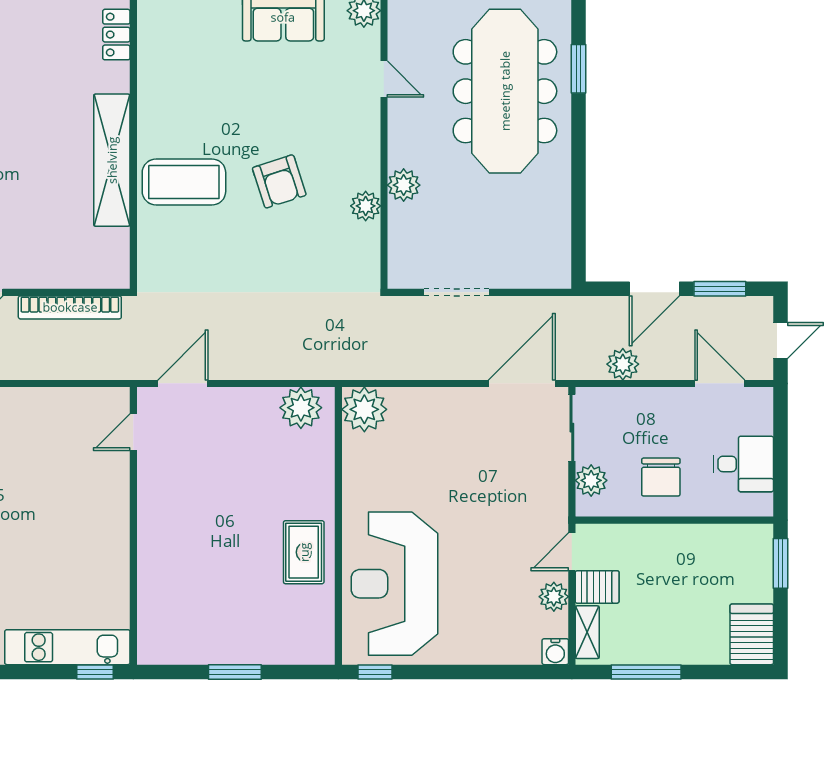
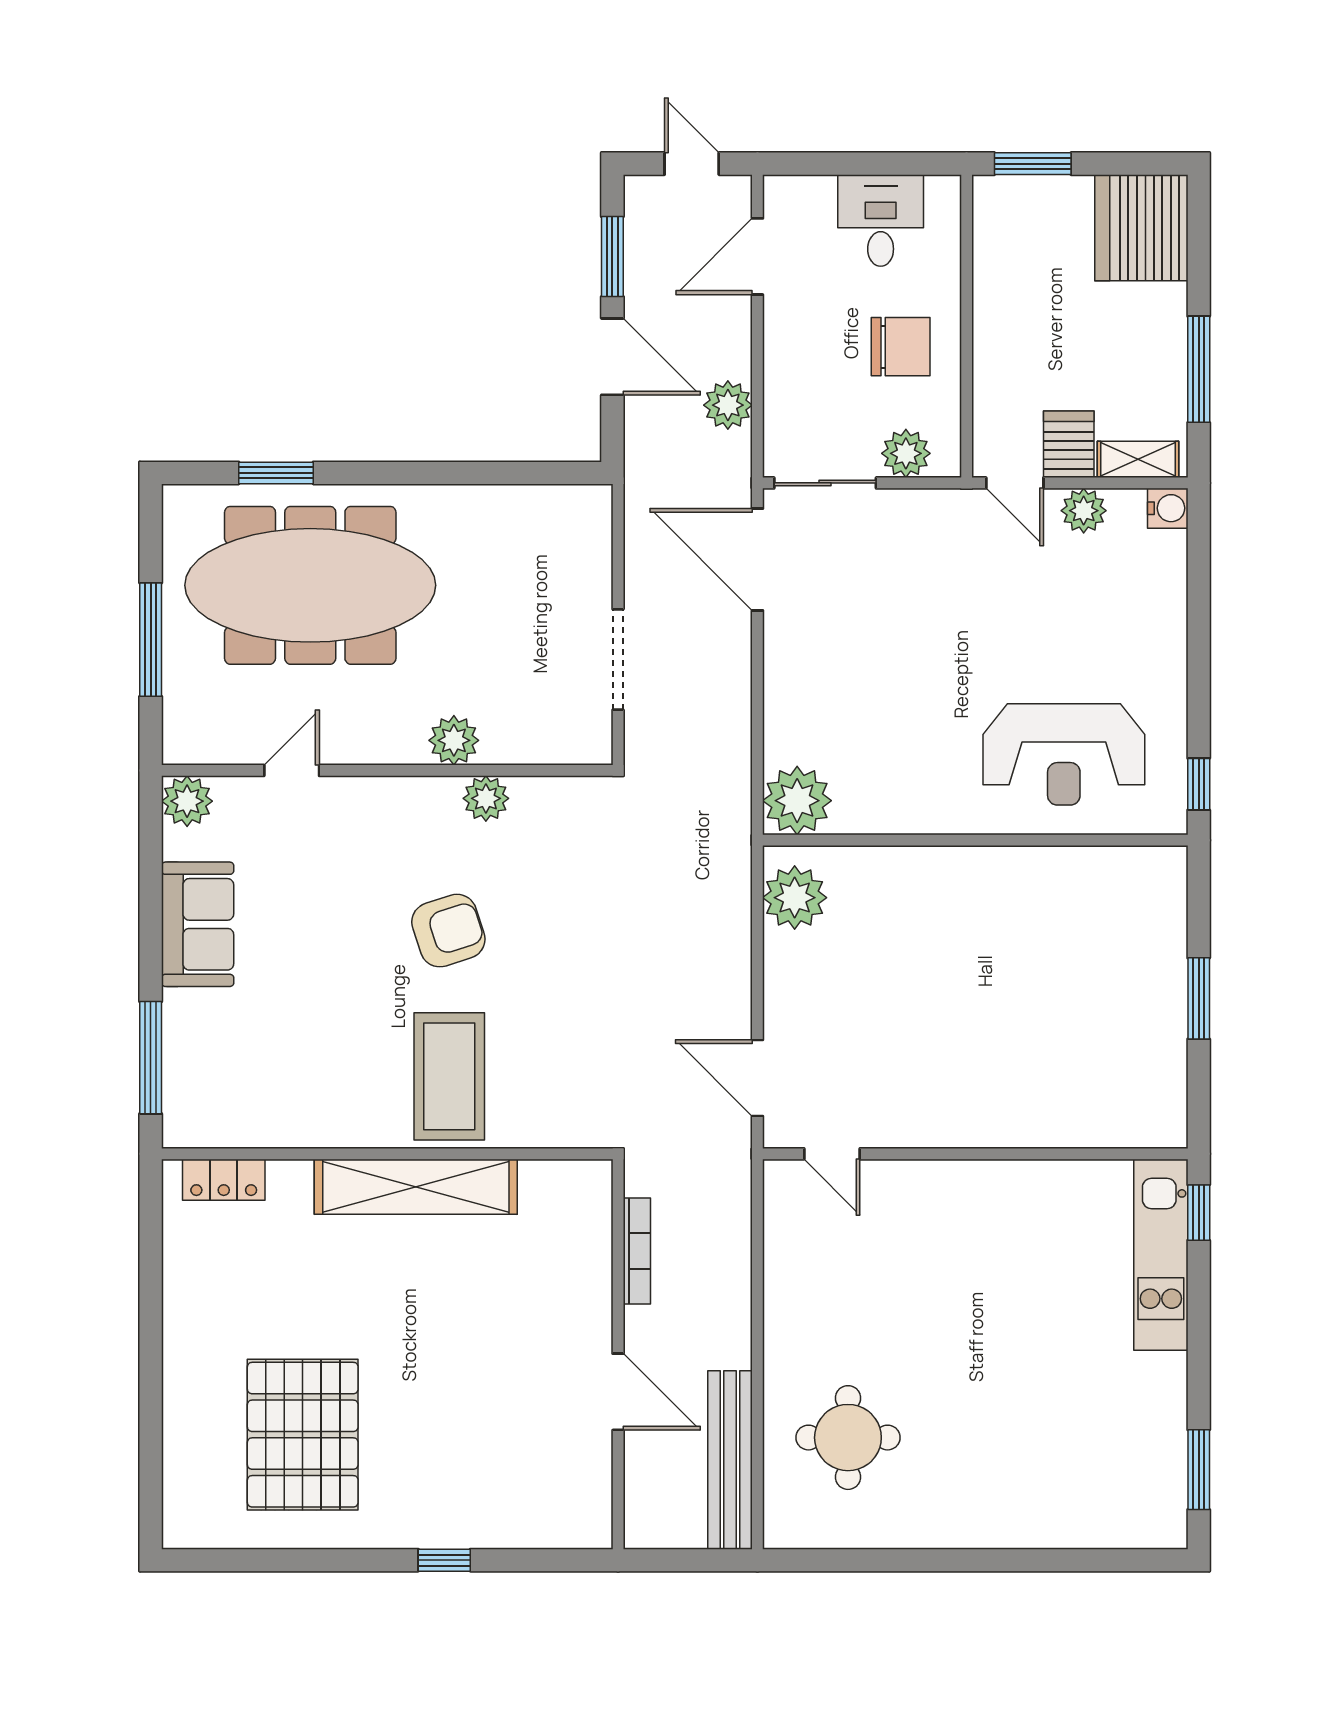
bookcase: (70, 307) -> (637, 1251), width x0.68, depth x0.76
rug: (304, 552) -> (1016, 893), removed
reception desk: (394, 584) -> (1064, 754), width x0.74, depth x0.77
server rack: (752, 634) -> (1141, 228), width x1.60

